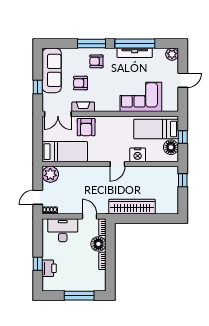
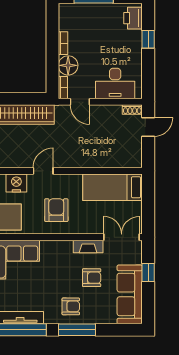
armchair: (86, 127) -> (56, 210), moved
plant: (50, 174) -> (132, 157), removed
printer: (49, 268) -> (133, 18), moved

